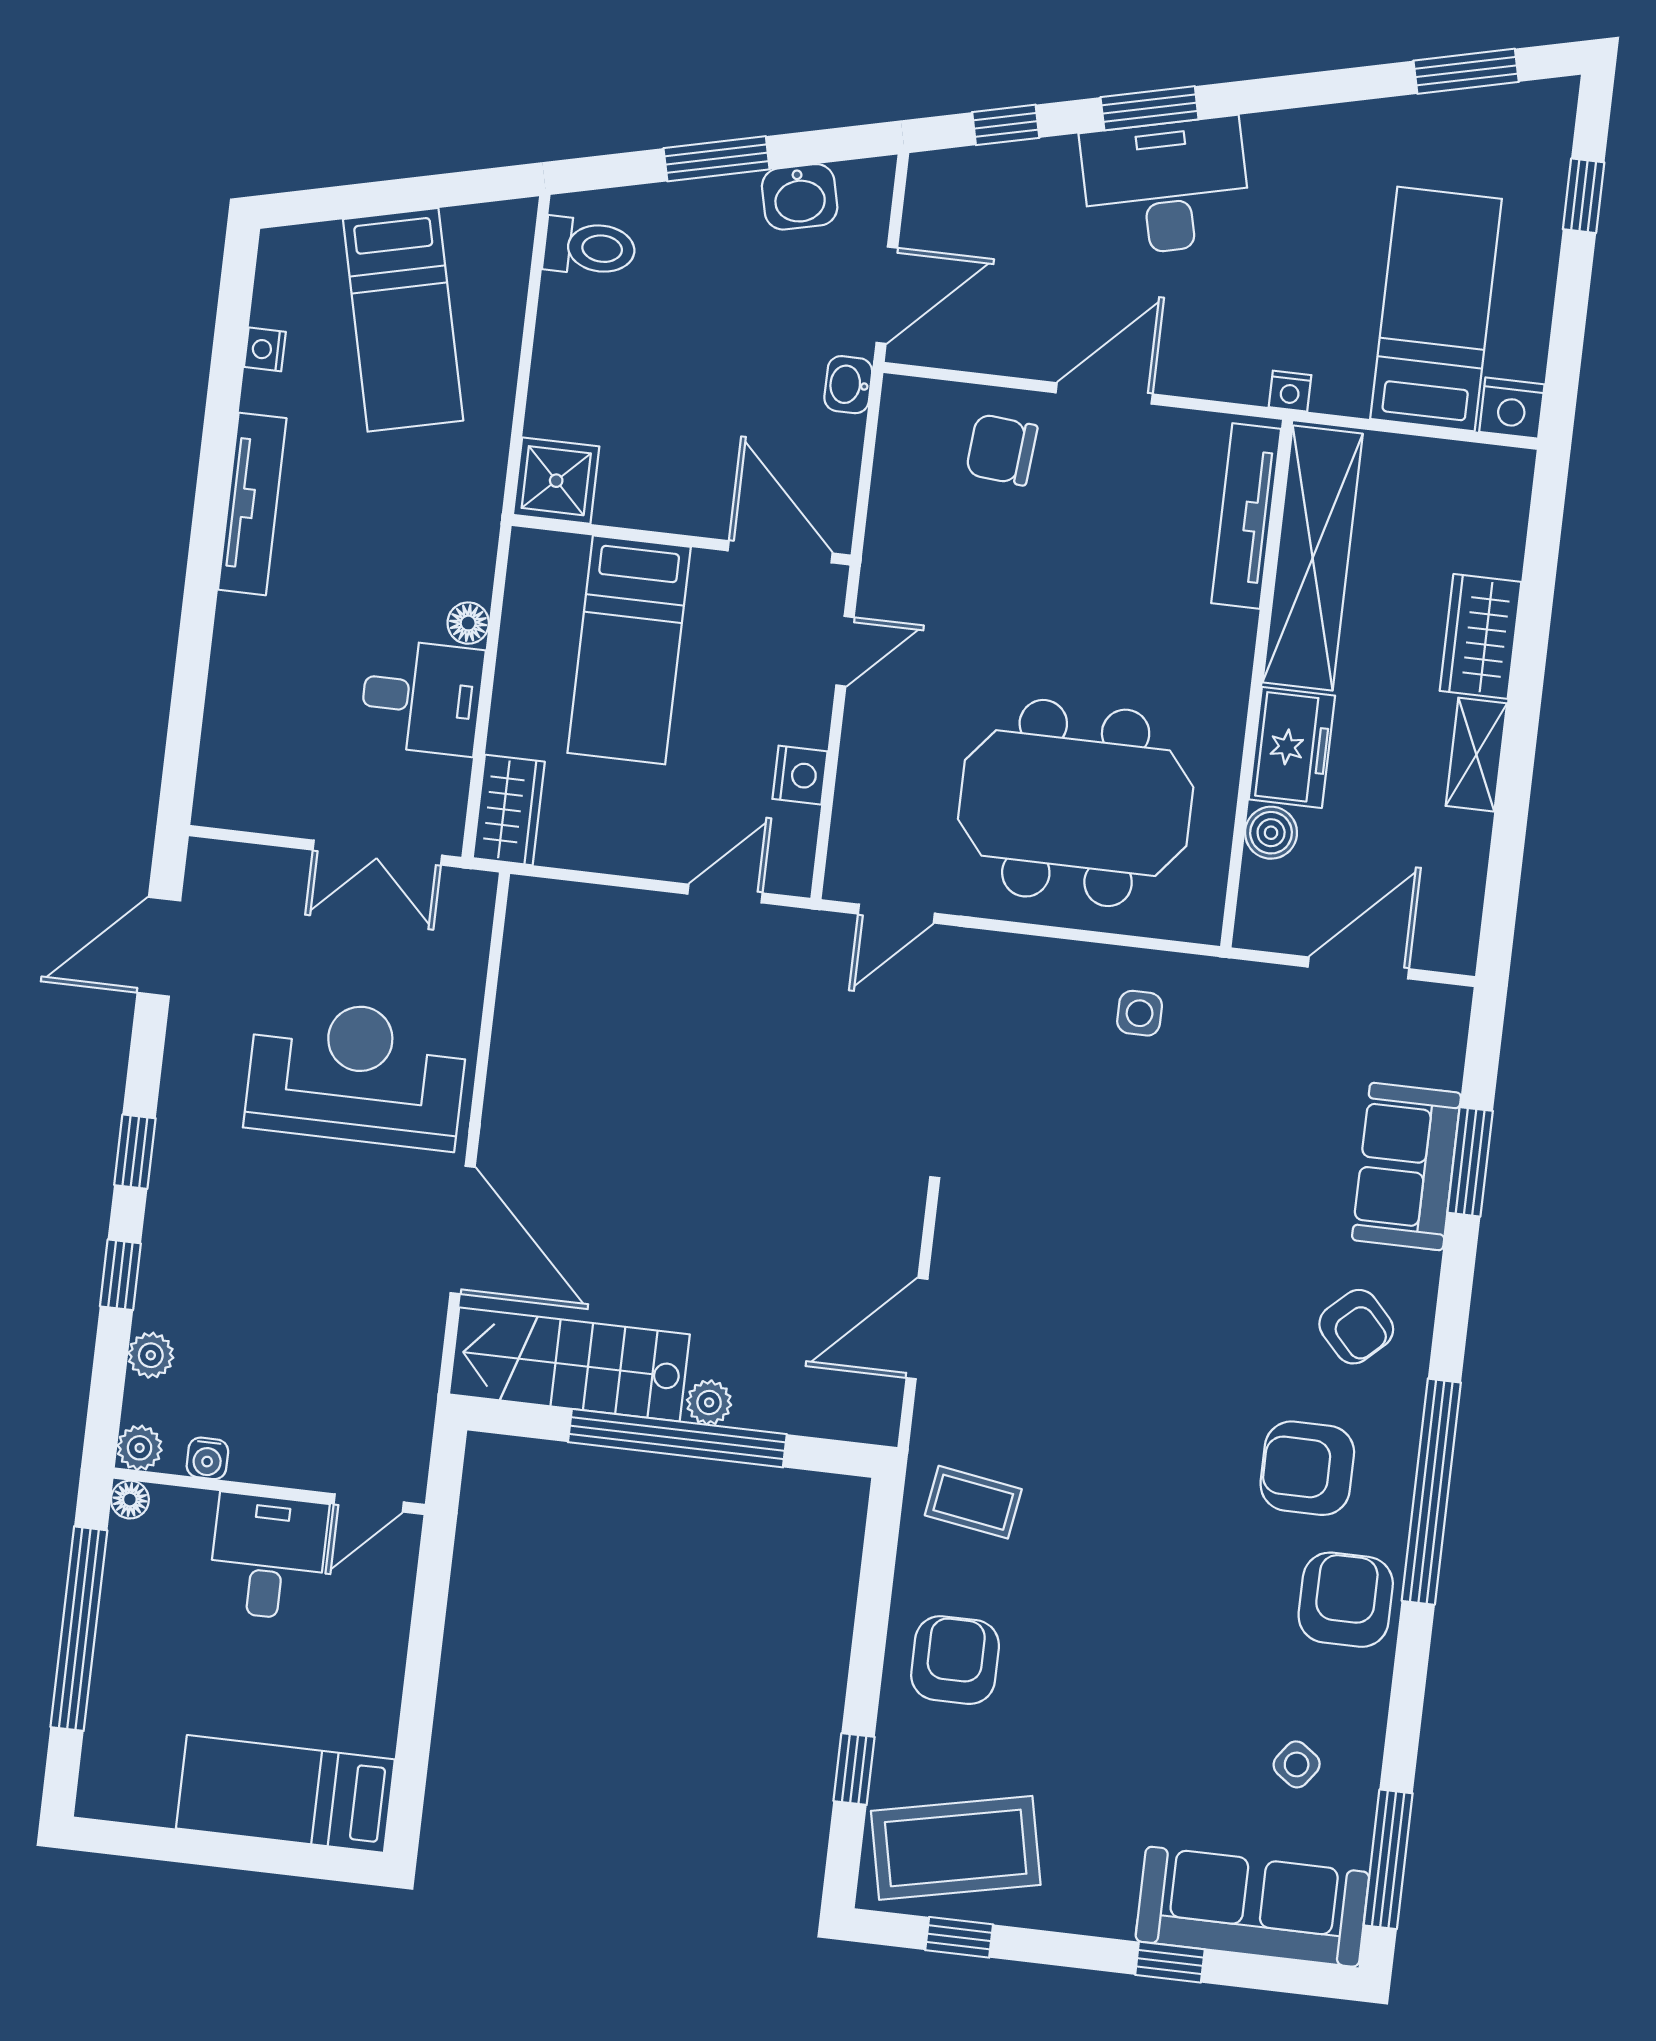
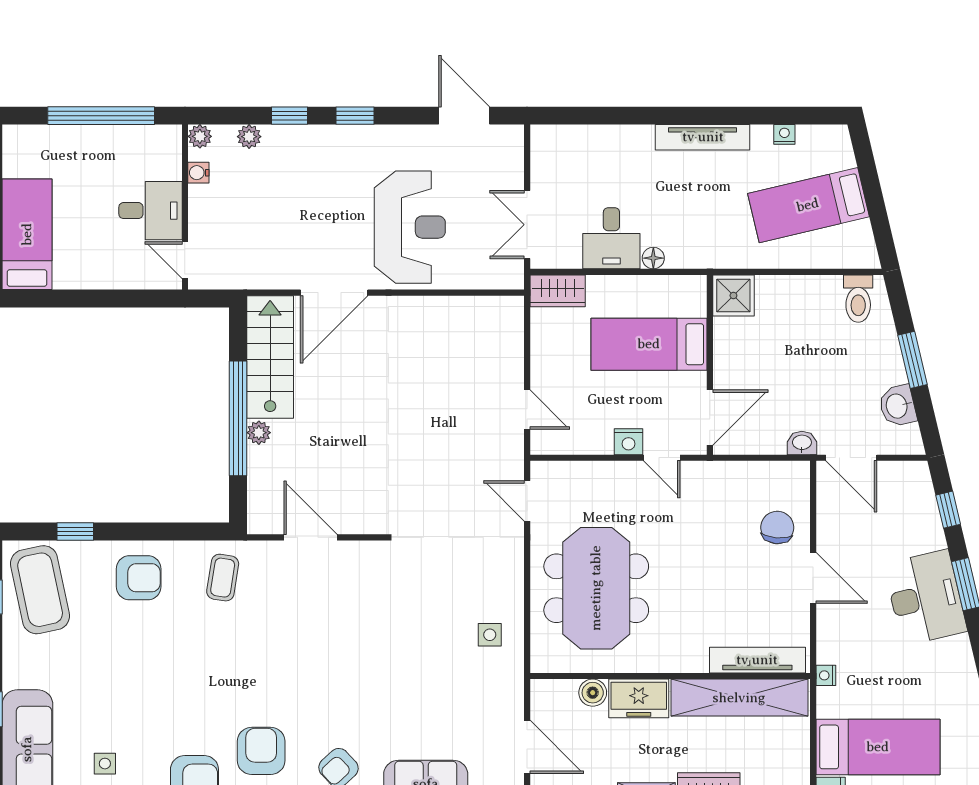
nightstand: (800, 775) -> (629, 442), moved
floor lamp: (130, 1500) -> (172, 134), removed
side table: (1297, 1764) -> (105, 764), turned -36

